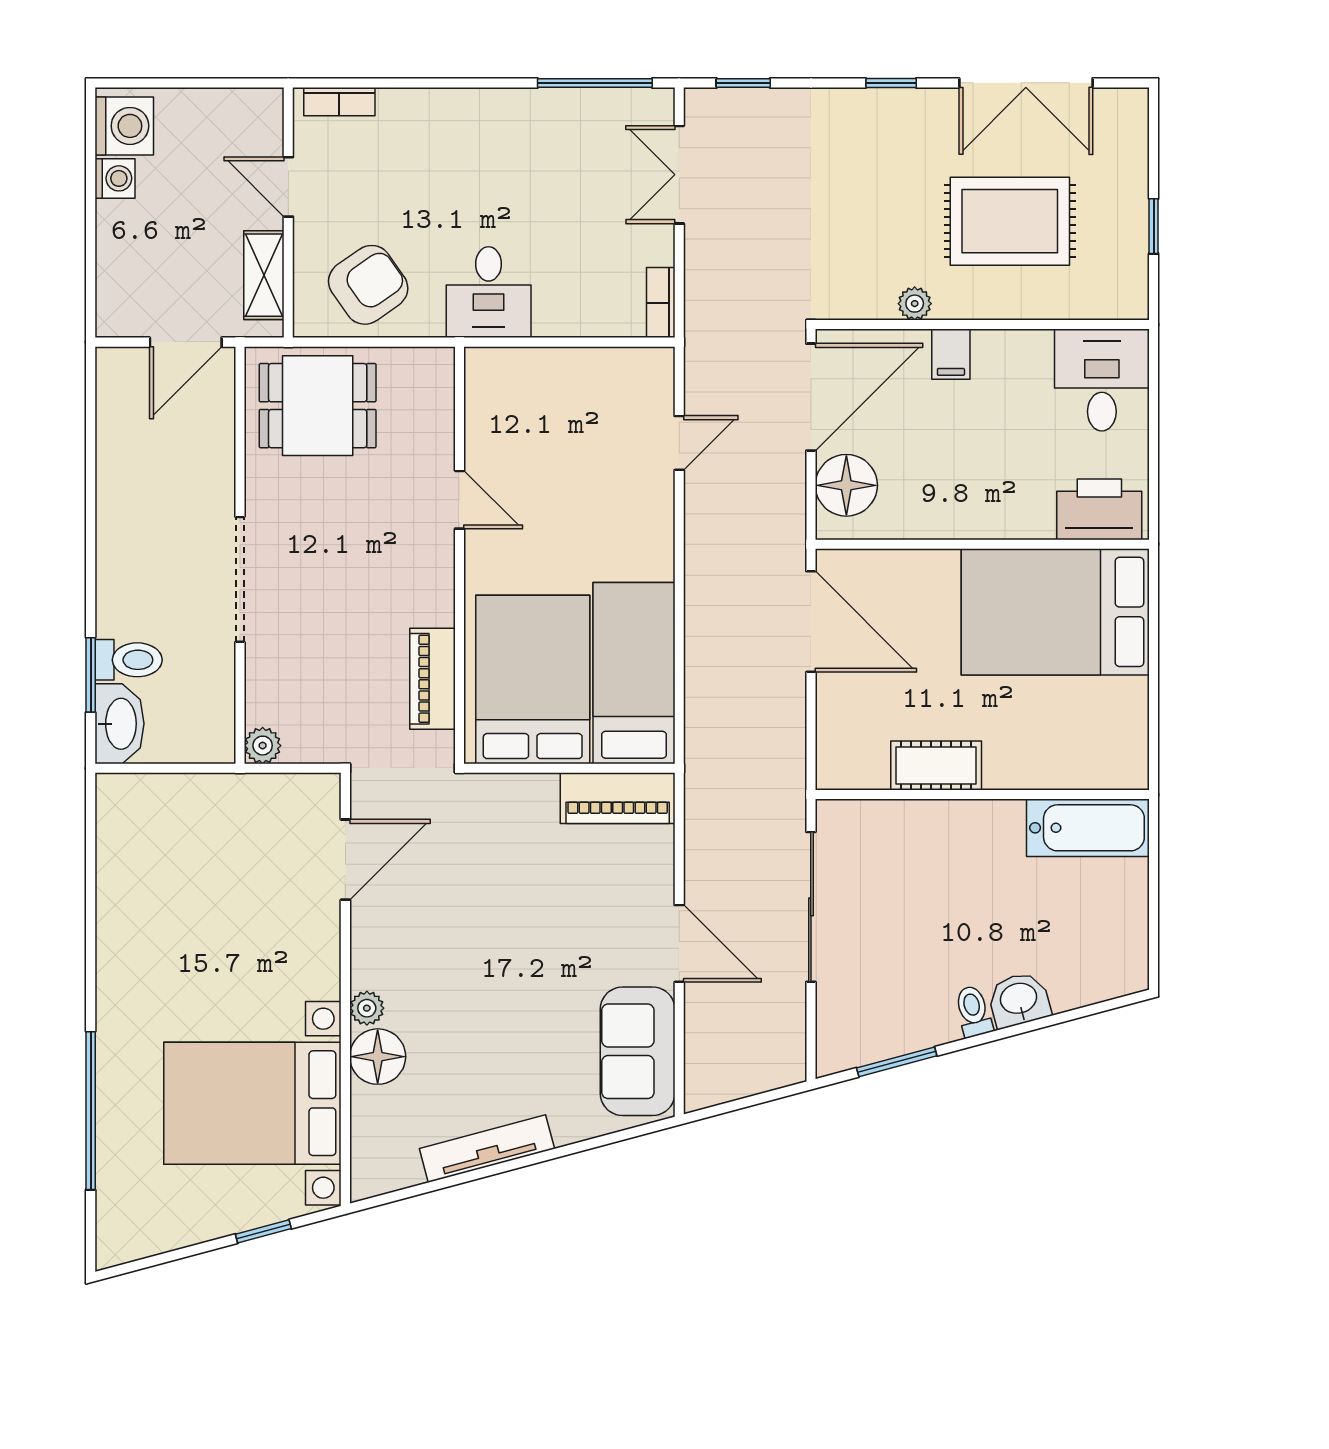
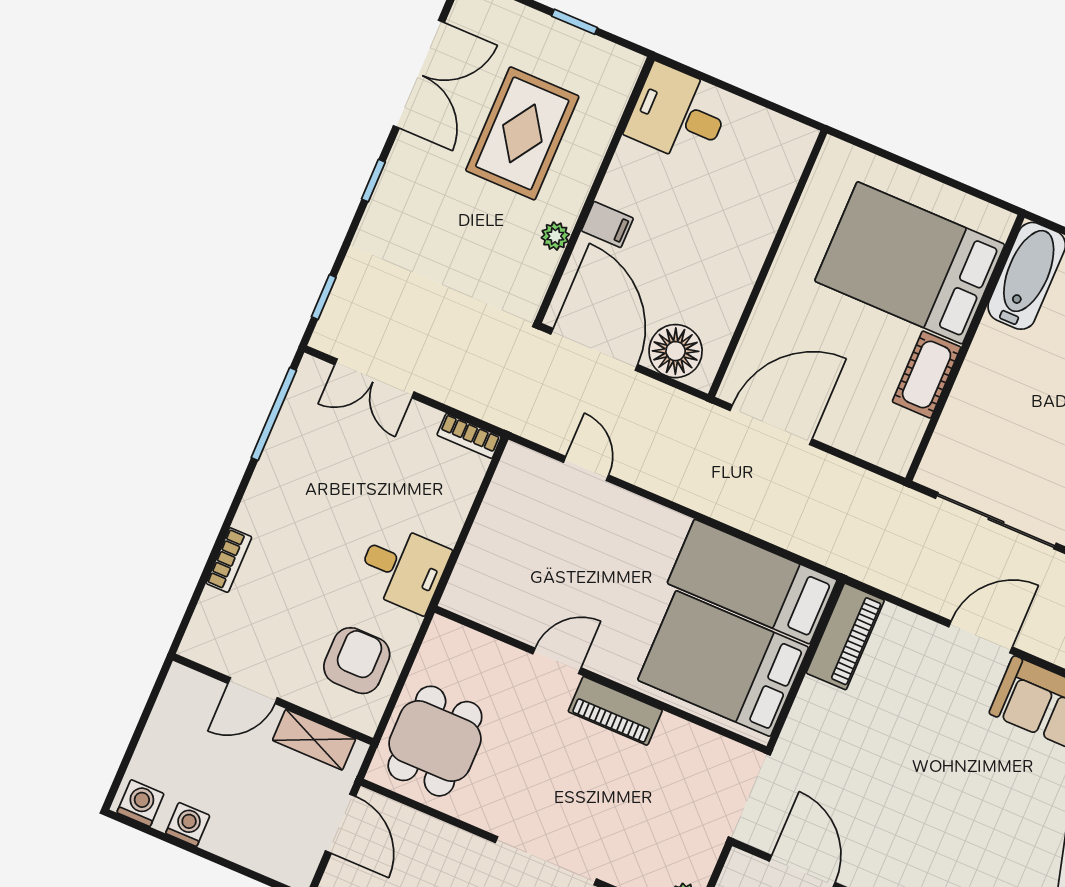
bookcase: (339, 102) -> (229, 560), moved
washing machine: (124, 126) -> (140, 803), width x0.73, depth x0.73
armchair: (368, 285) -> (357, 661), turned 35
printer: (1099, 509) -> (780, 160), removed
bed: (1055, 612) -> (910, 263), moved, turned 90
piano: (433, 679) -> (615, 711), moved

